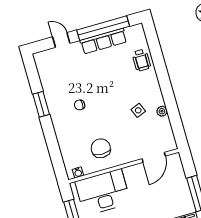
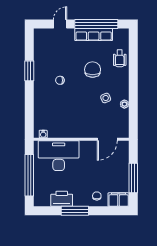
door: (61, 40) -> (60, 24), hinge flipped
chair: (101, 148) -> (93, 70), moved

